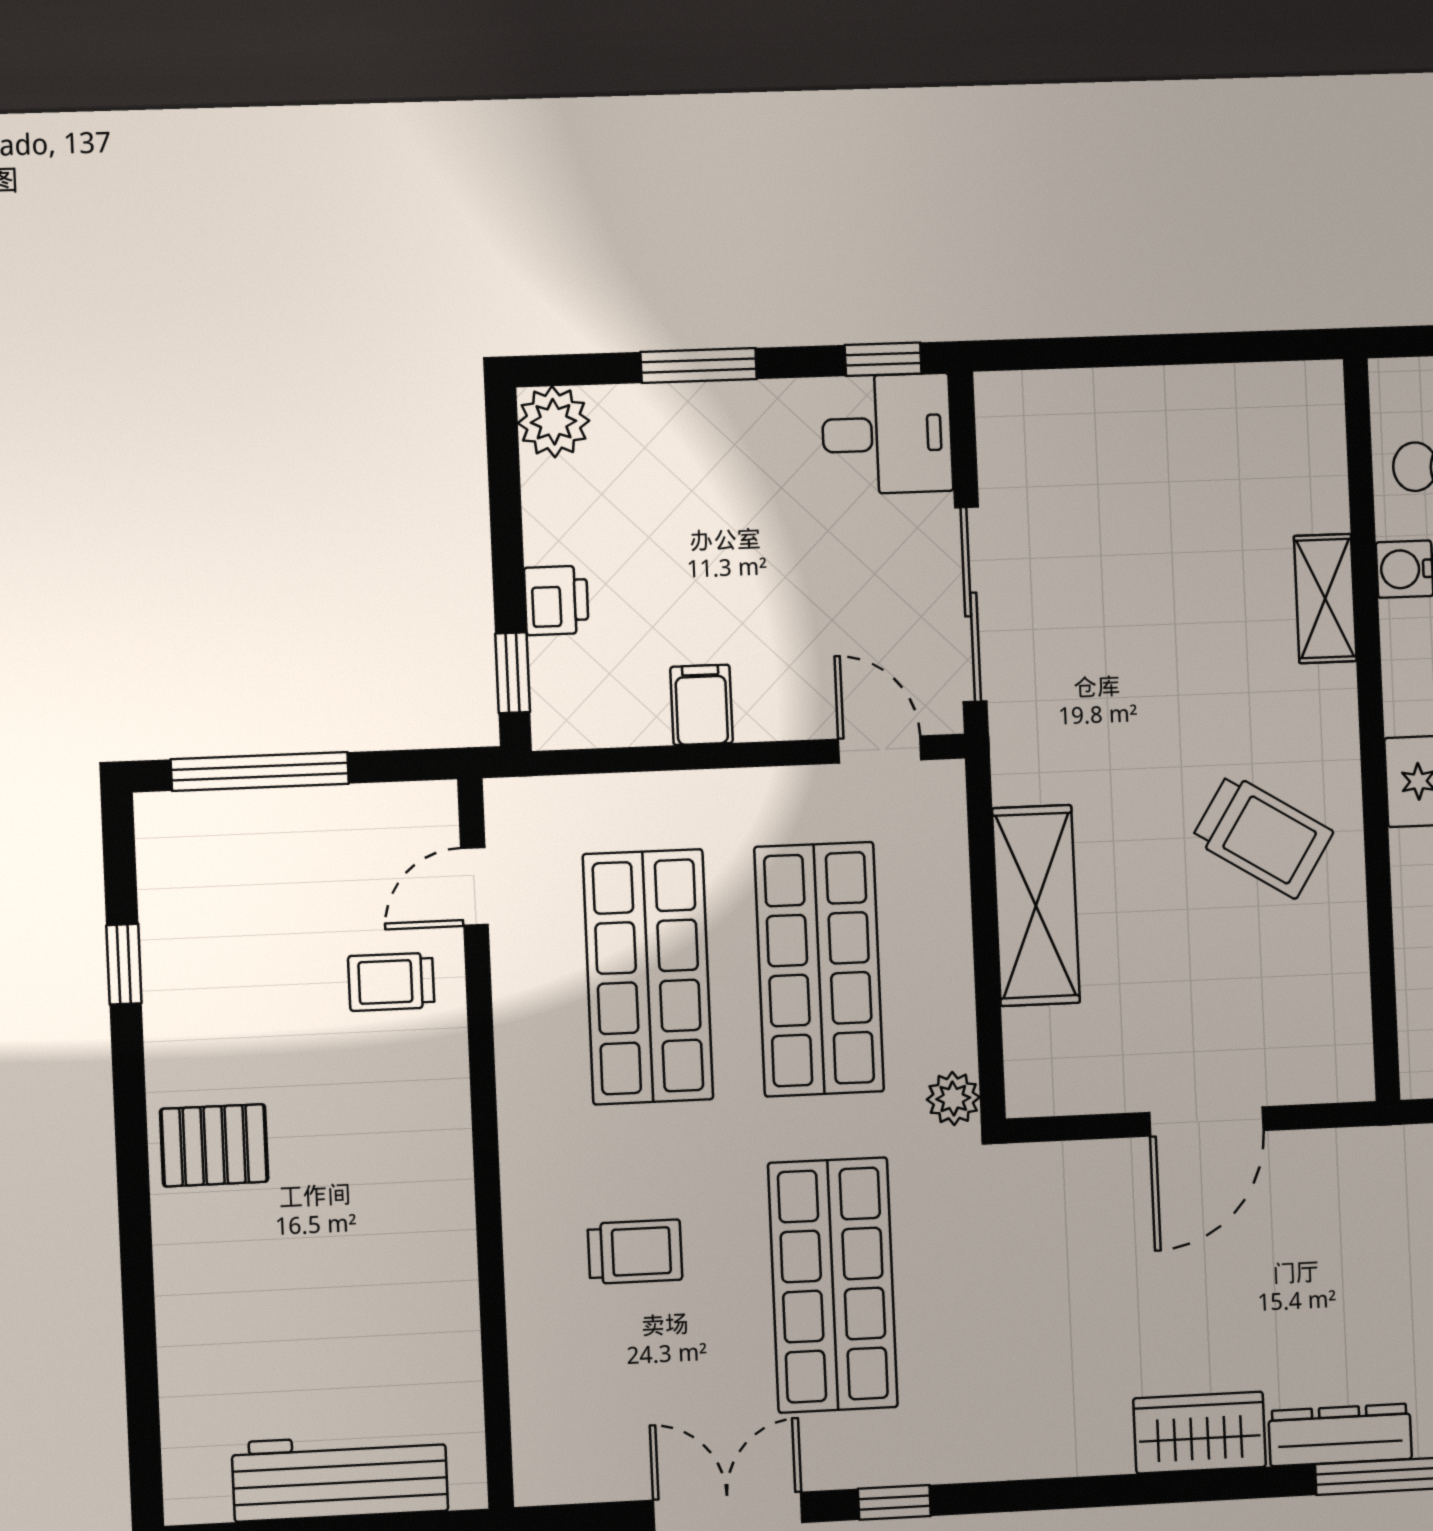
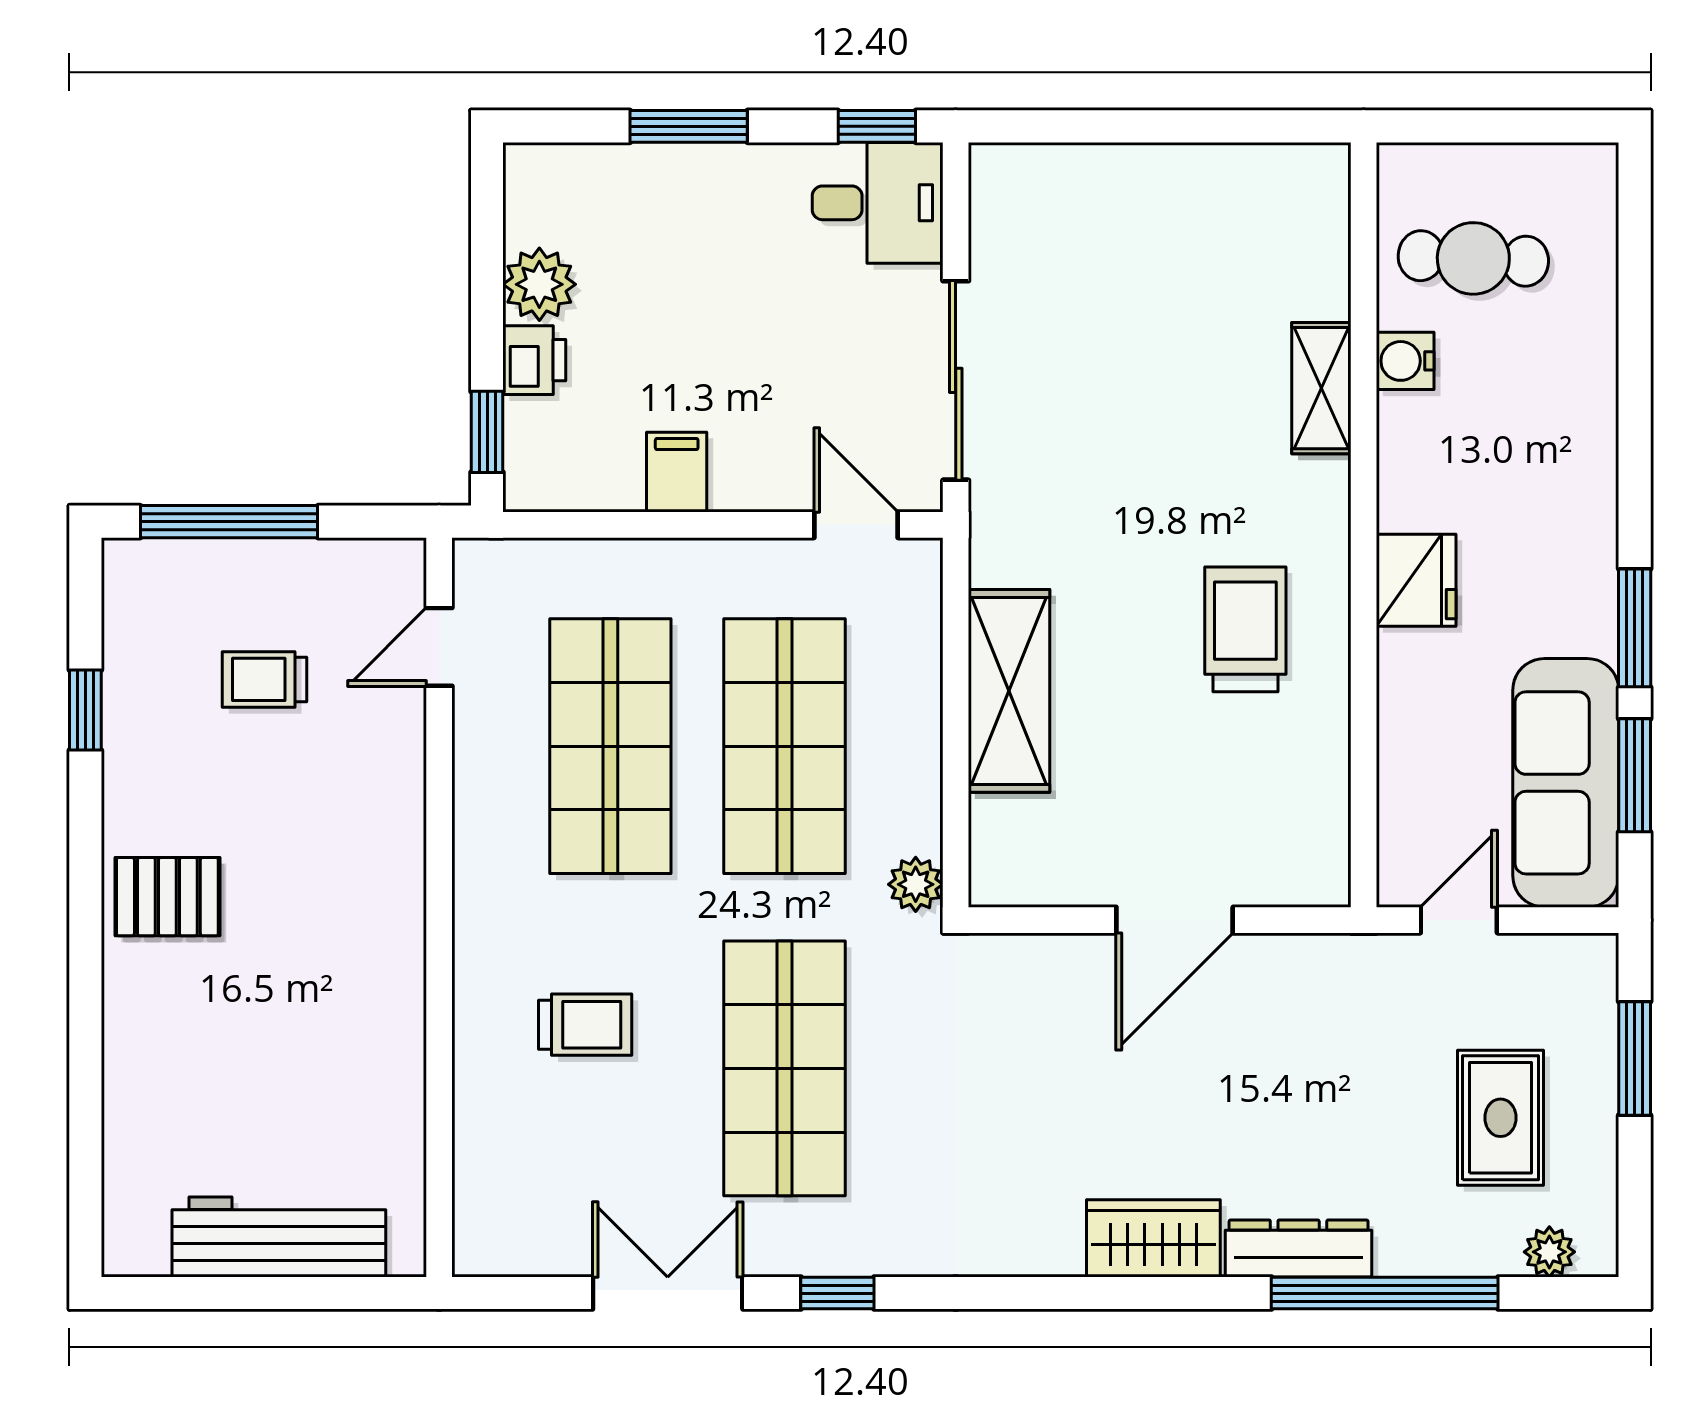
plant: (554, 422) -> (539, 284), moved
trolley: (1262, 836) -> (1245, 629), turned -122
trolley: (391, 982) -> (265, 679), moved

